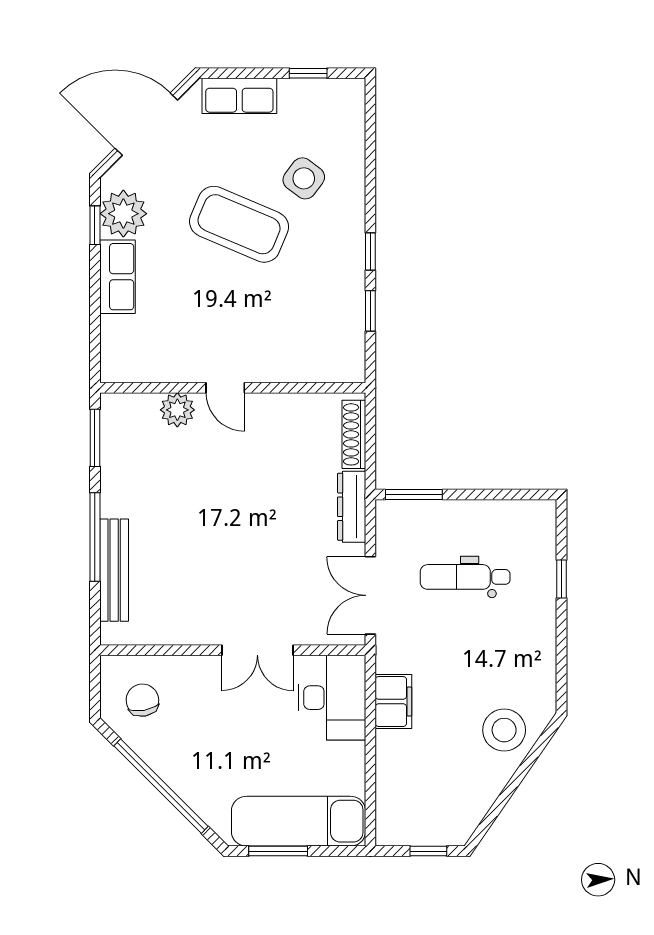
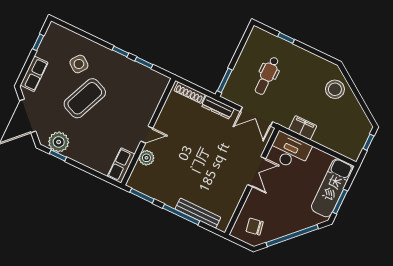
row of seats: (117, 277) -> (121, 165), moved, turned -90

